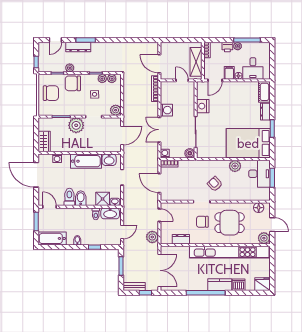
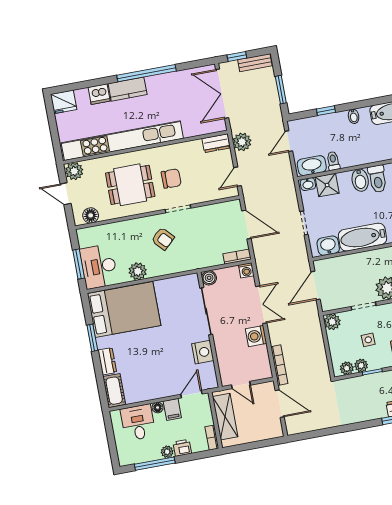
door: (159, 215) -> (238, 177), hinge flipped
dresser: (181, 239) -> (216, 143), moved

